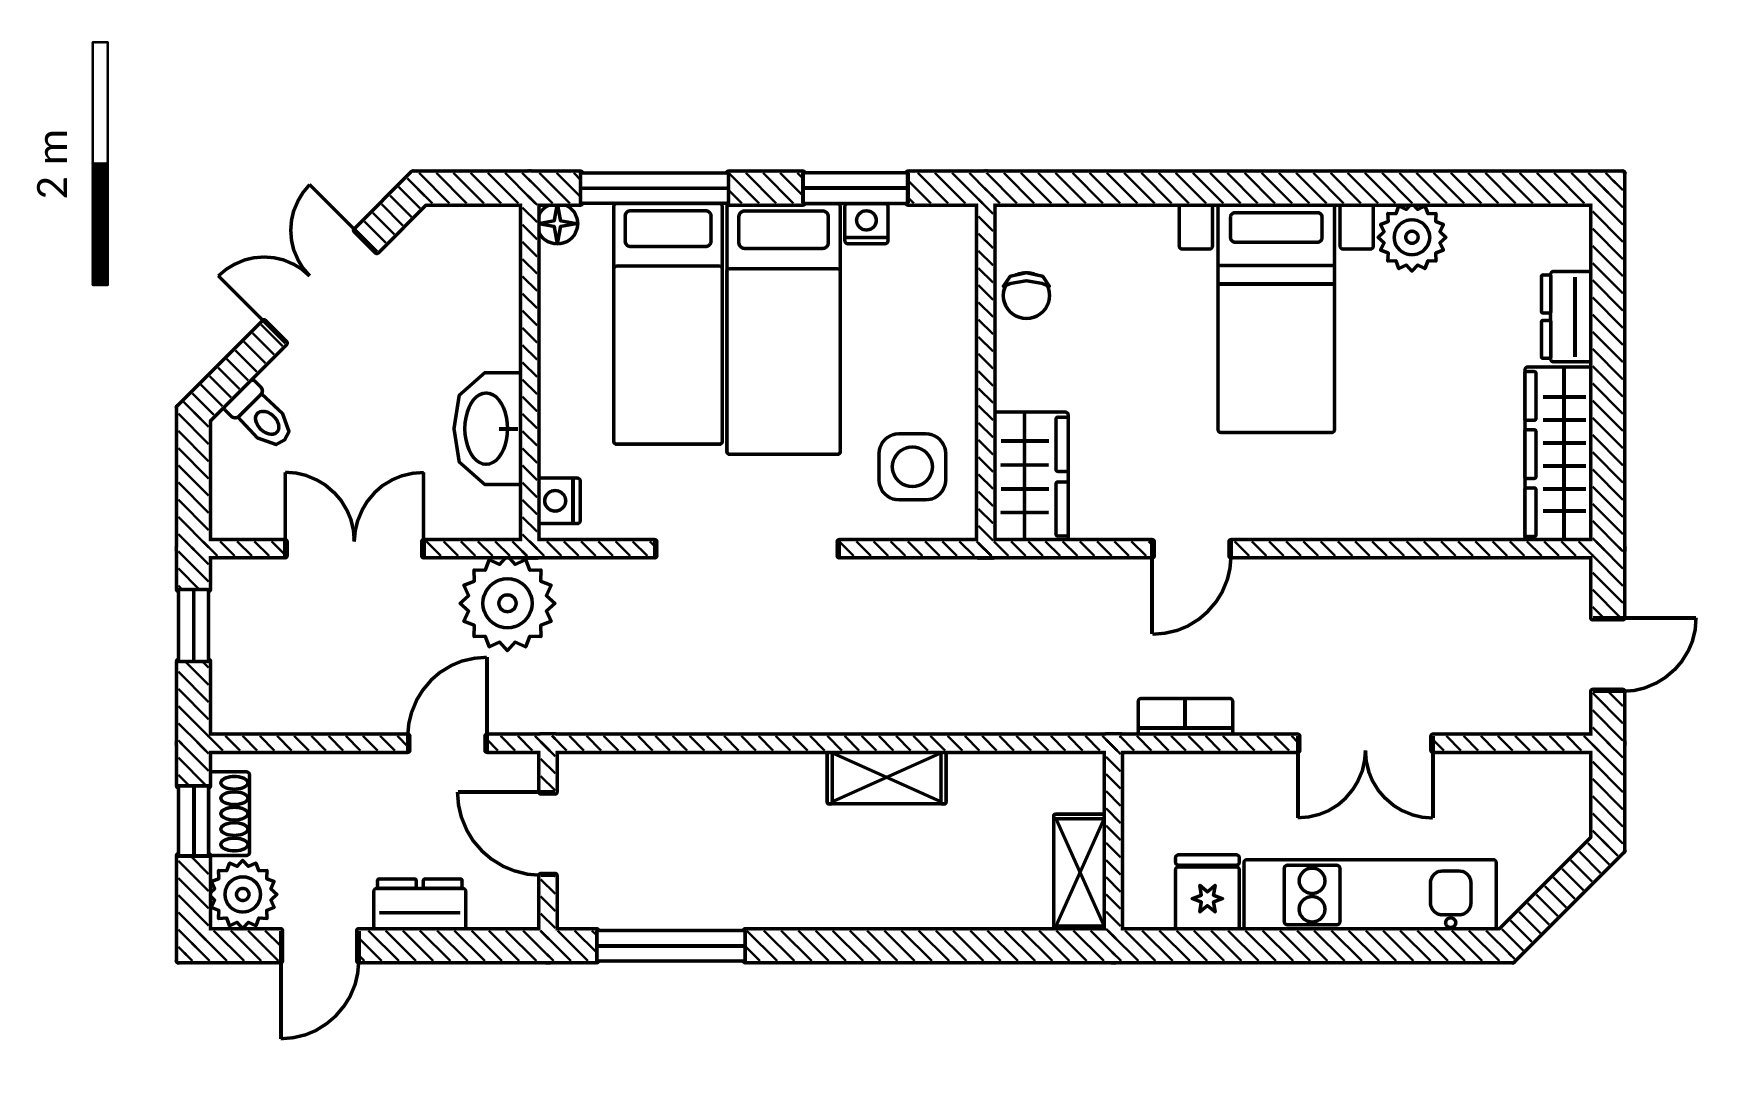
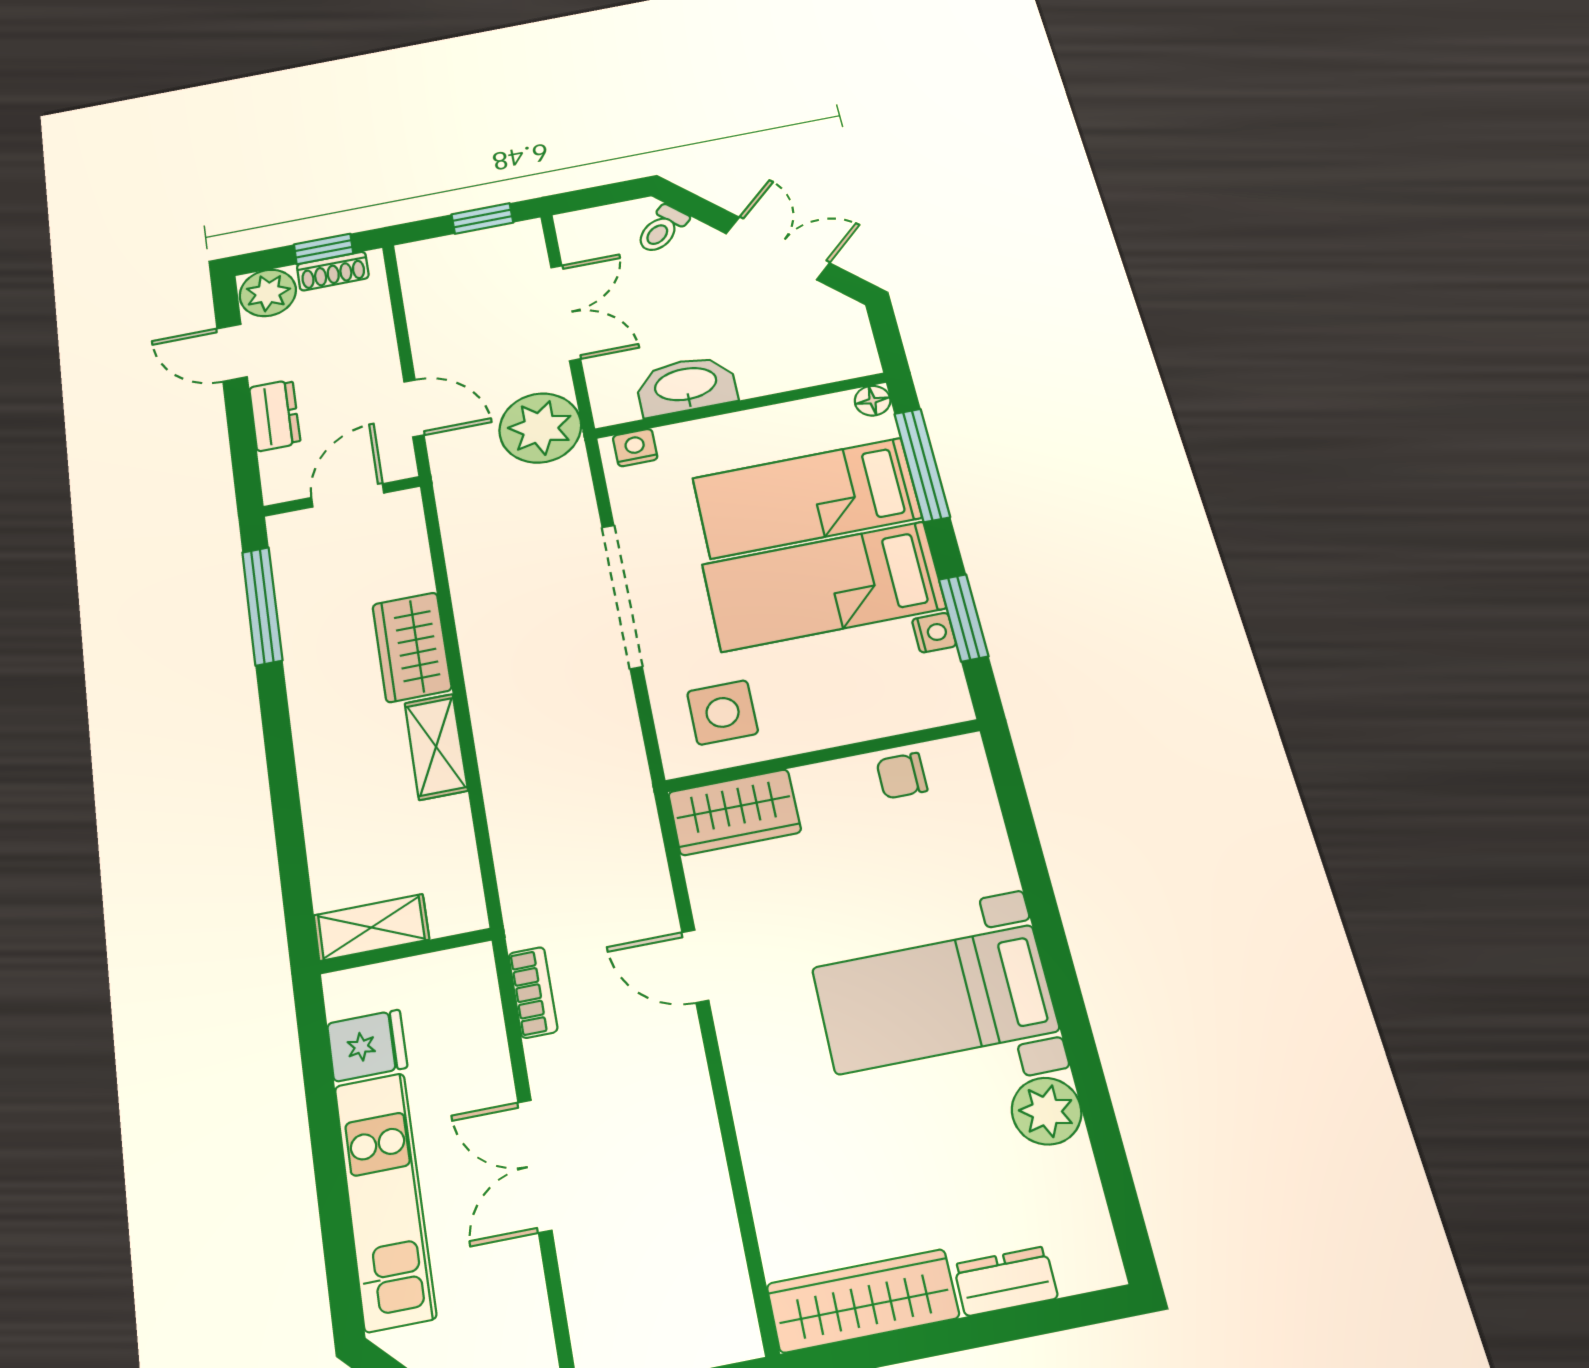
wardrobe: (760, 787) -> (412, 647), added

